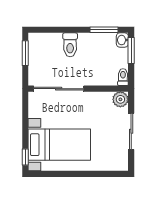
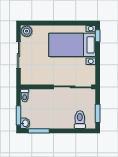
toilet: (70, 45) -> (80, 120), moved
plant: (120, 99) -> (27, 31), moved

